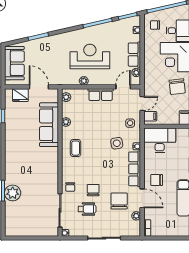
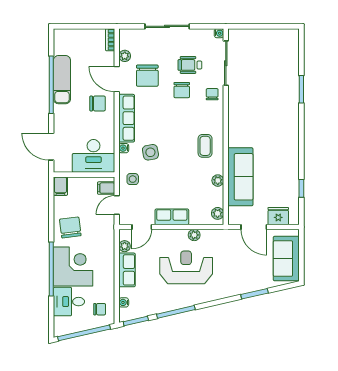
reception desk: (90, 56) -> (186, 267), turned 180
plant: (13, 193) -> (289, 86), removed

